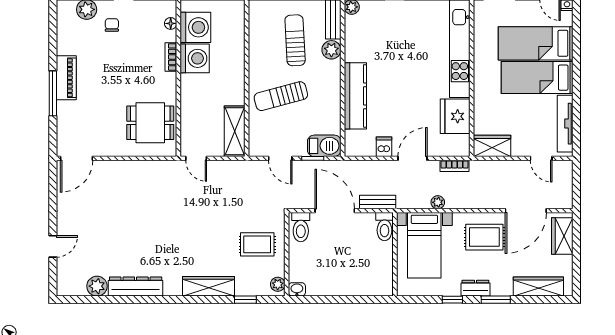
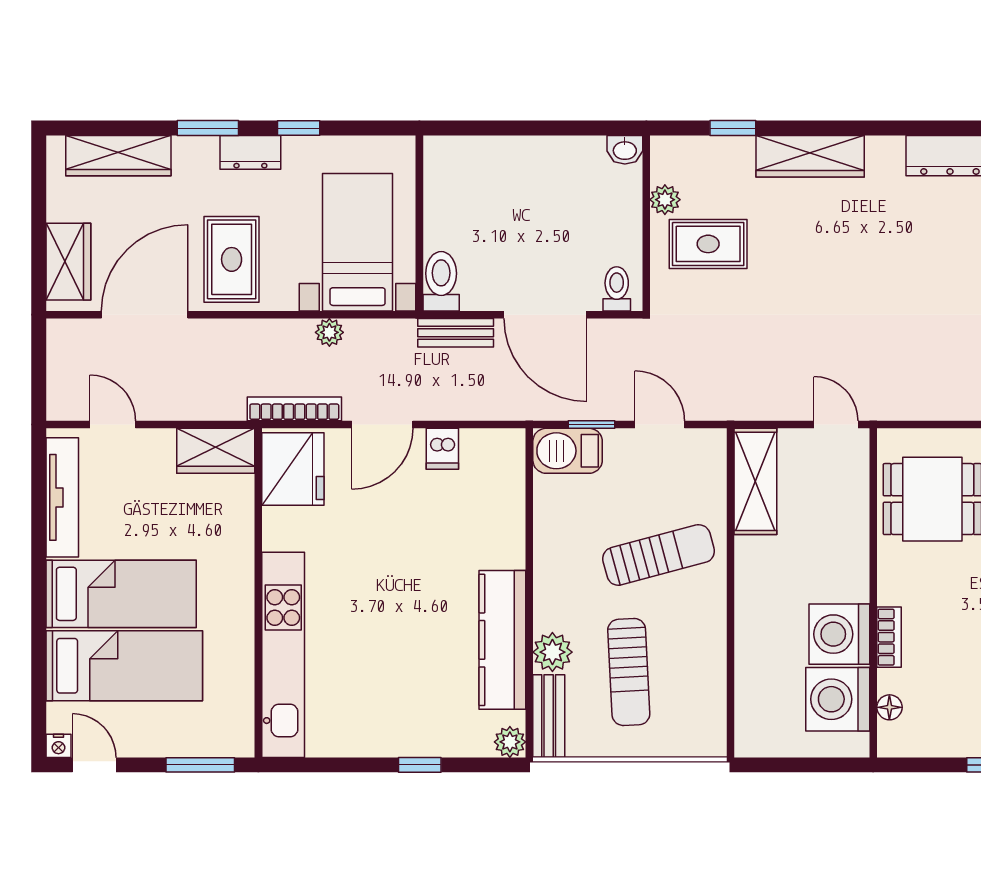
kitchen counter: (355, 96) -> (502, 640), moved
fridge: (455, 116) -> (293, 469), moved
bookcase: (455, 166) -> (294, 409), width x1.56
toilet: (301, 227) -> (617, 289), width x0.73, depth x0.72
rug: (484, 237) -> (232, 259), turned 90
plant: (278, 284) -> (665, 200), moved

